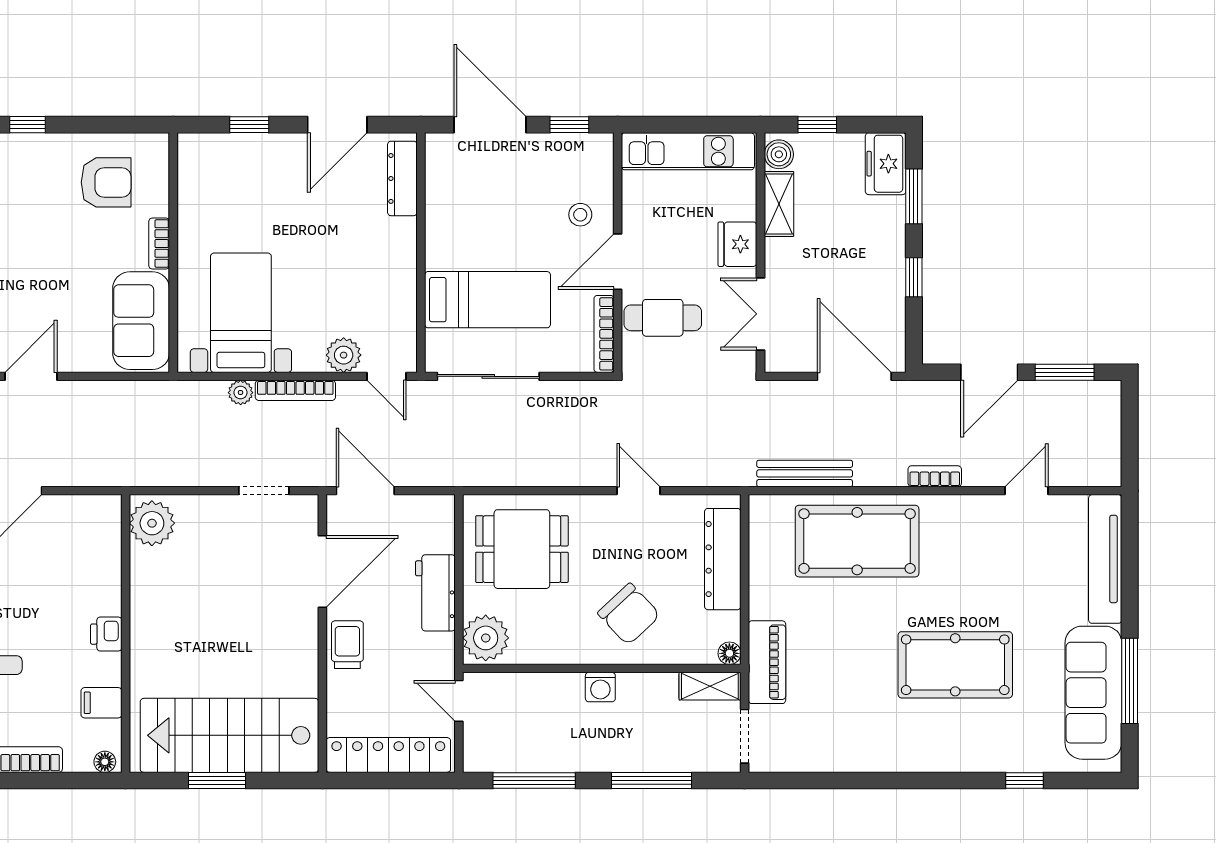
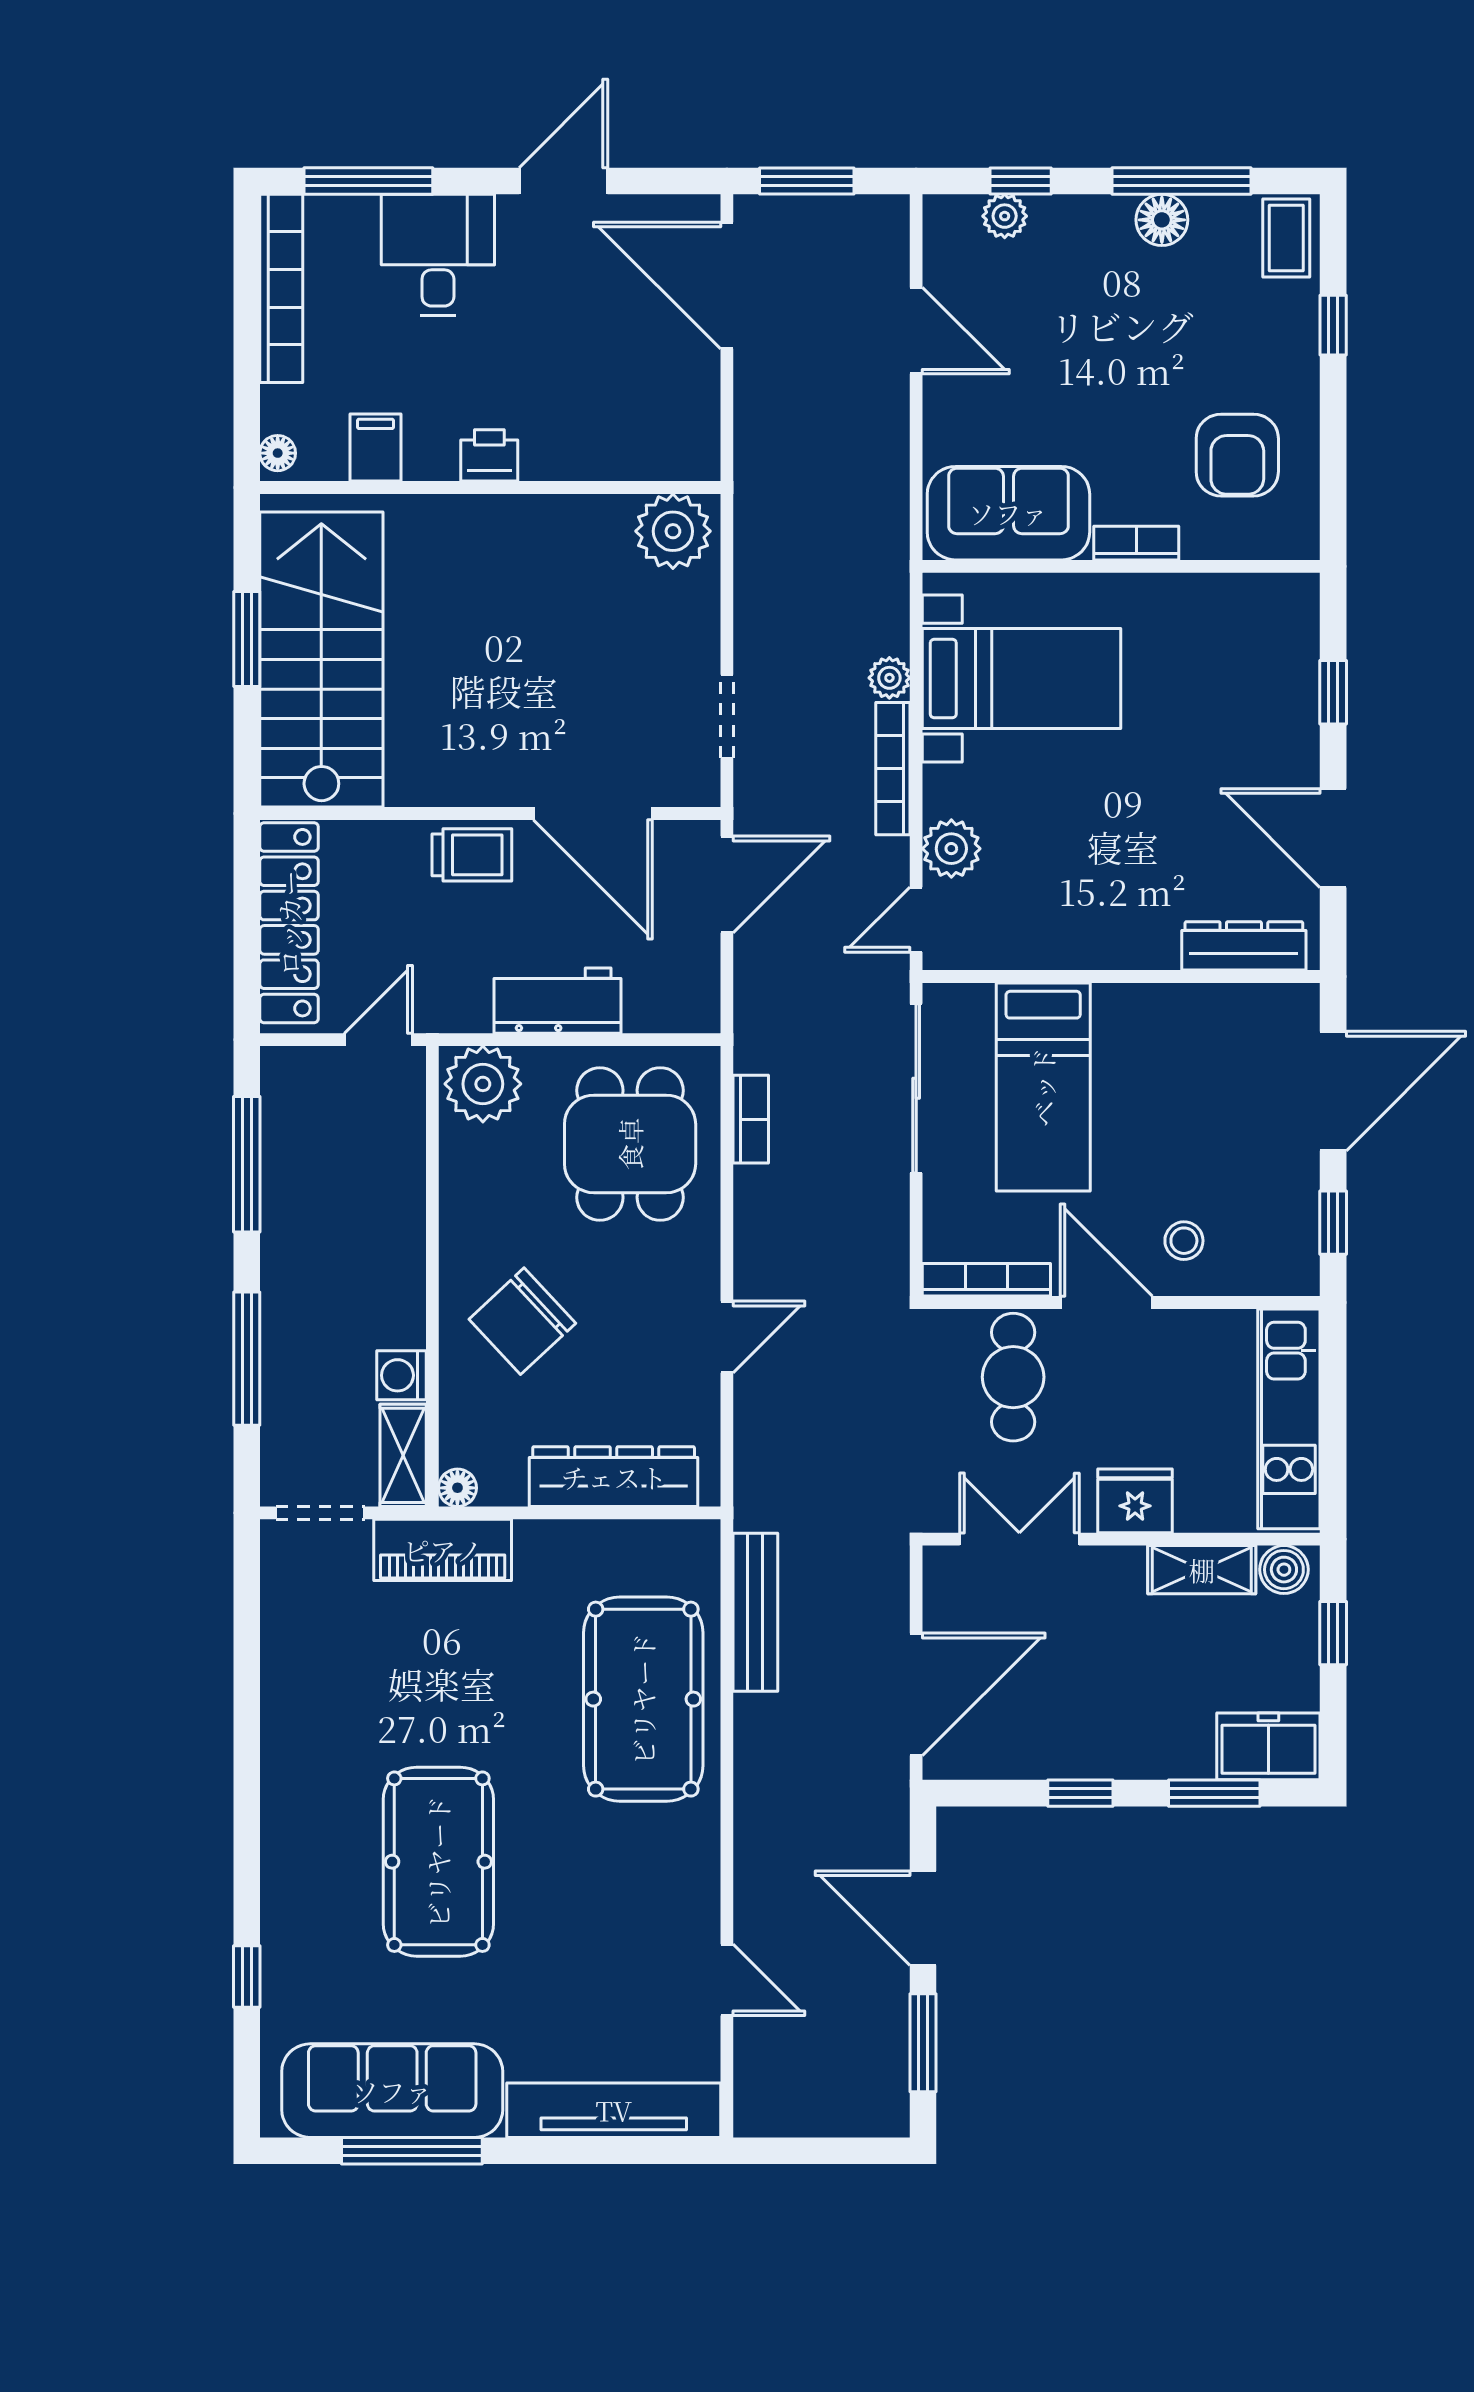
bookcase: (935, 476) -> (751, 1119), moved
washing machine: (600, 687) -> (401, 1375), moved

